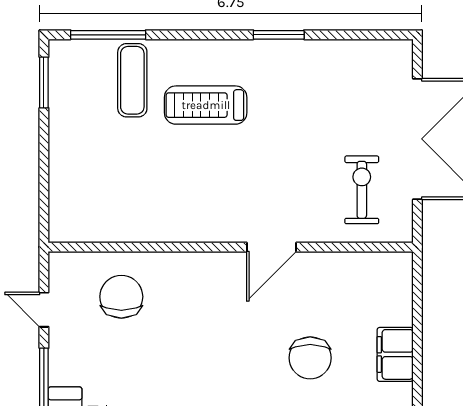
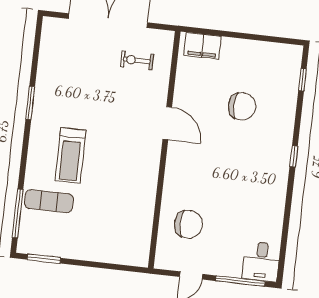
exercise bike: (362, 190) -> (137, 60), width x0.73, depth x0.72
chair: (121, 297) -> (188, 224), turned 180
filing cabinet: (395, 354) -> (203, 46), moved

